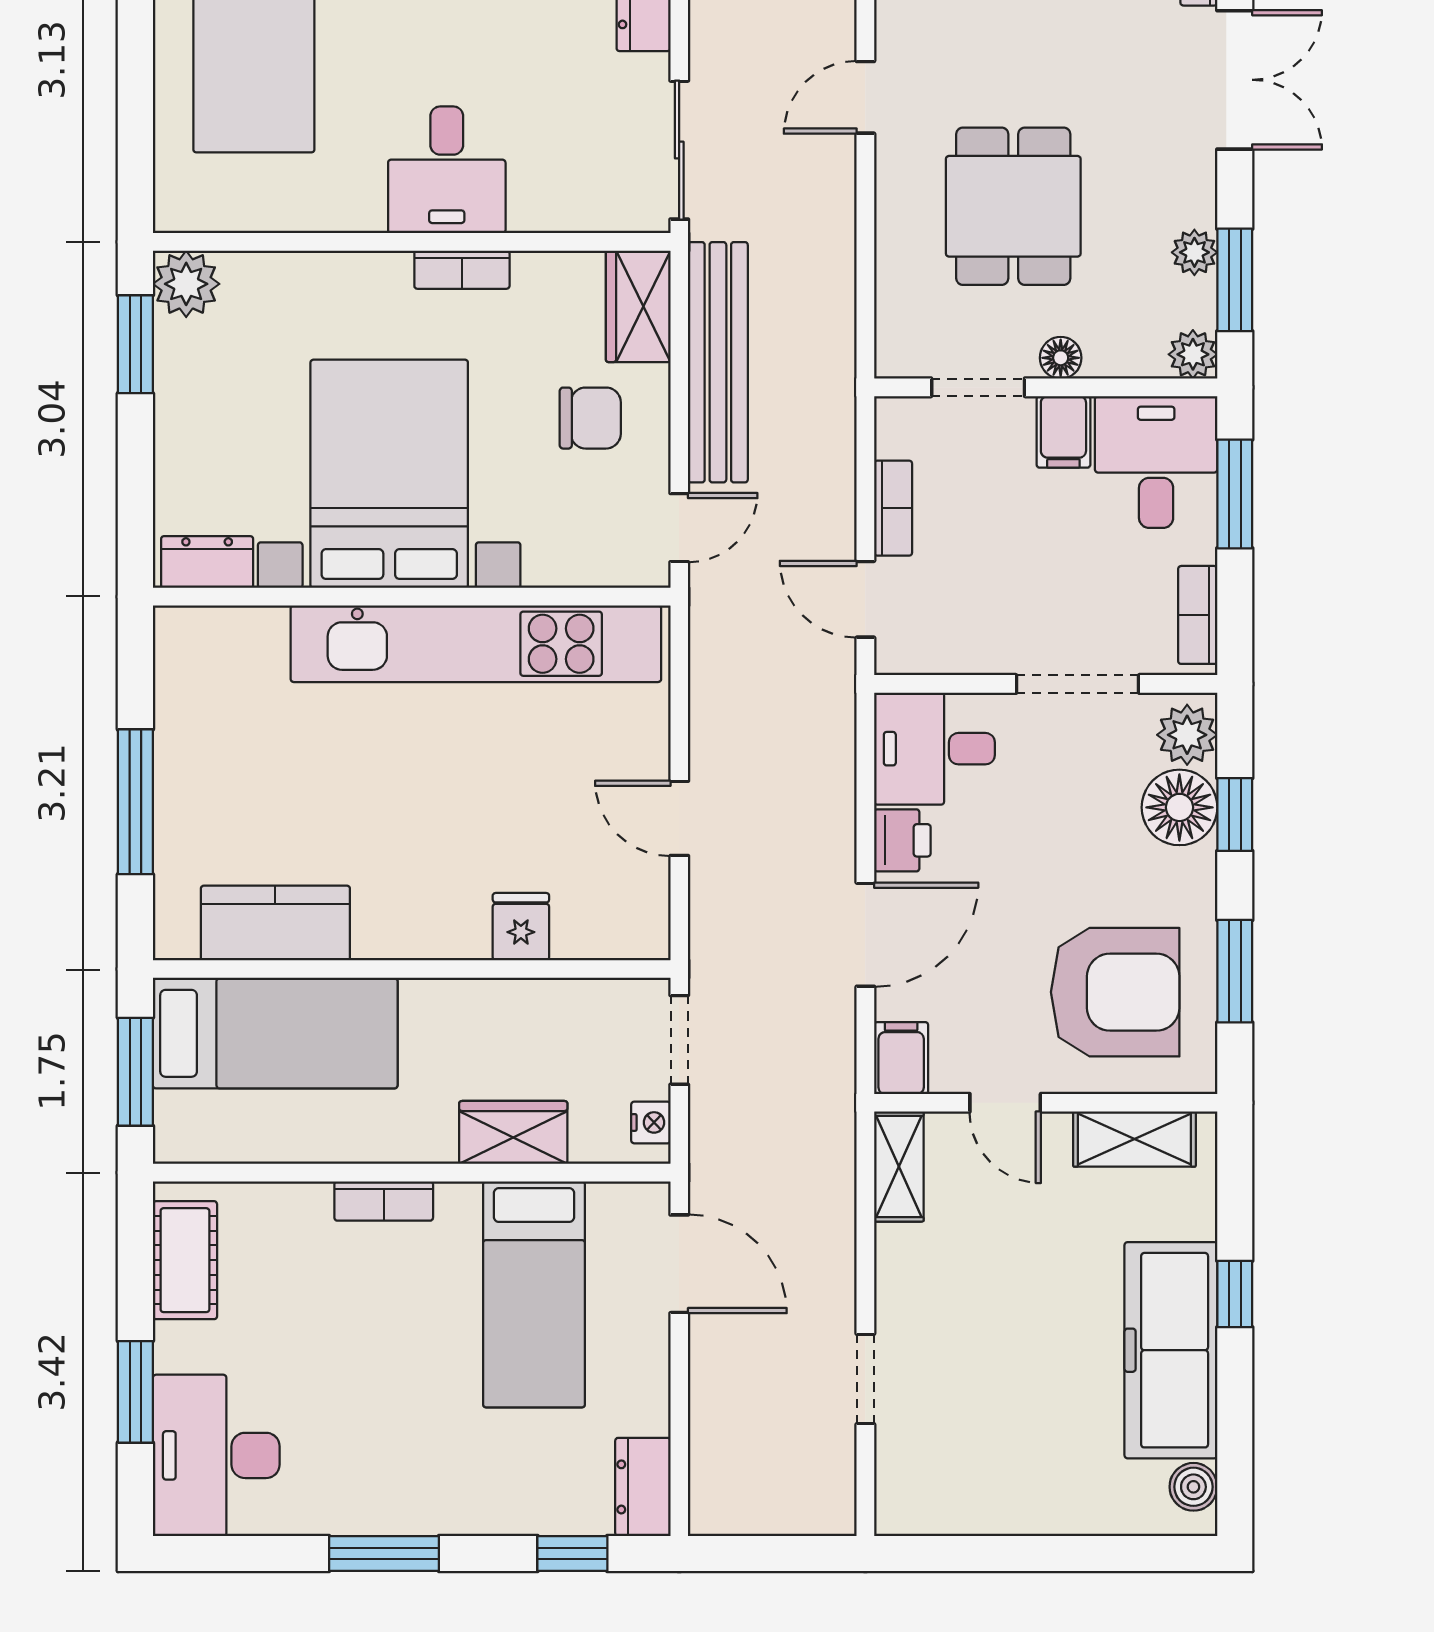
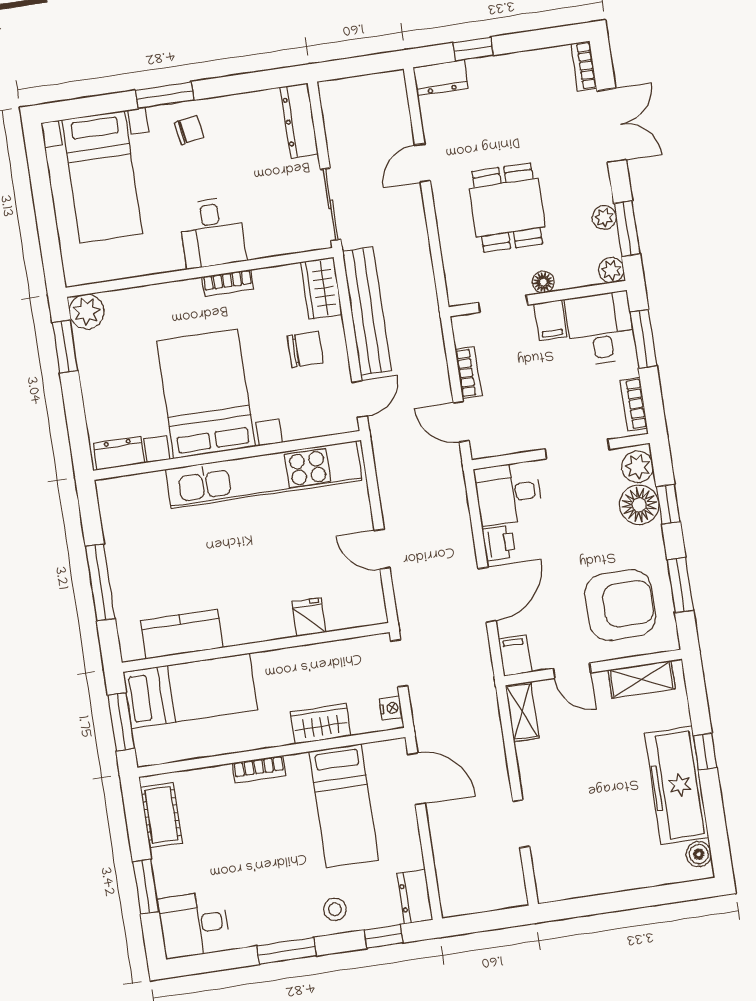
desk: (216, 1455) -> (194, 925), width x0.73
stool: (488, 1488) -> (335, 909), added

